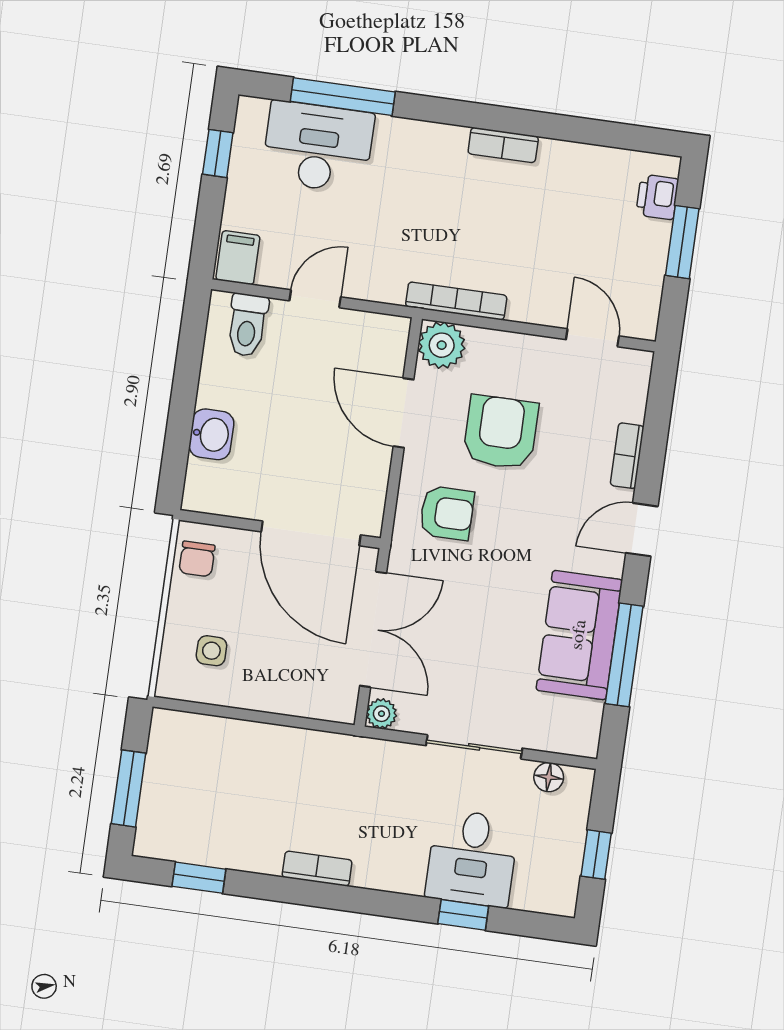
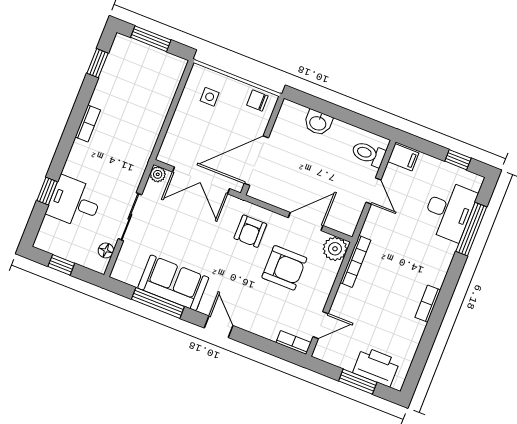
printer: (657, 197) -> (376, 367), width x1.87, depth x1.48
bookcase: (627, 456) -> (293, 343), moved

